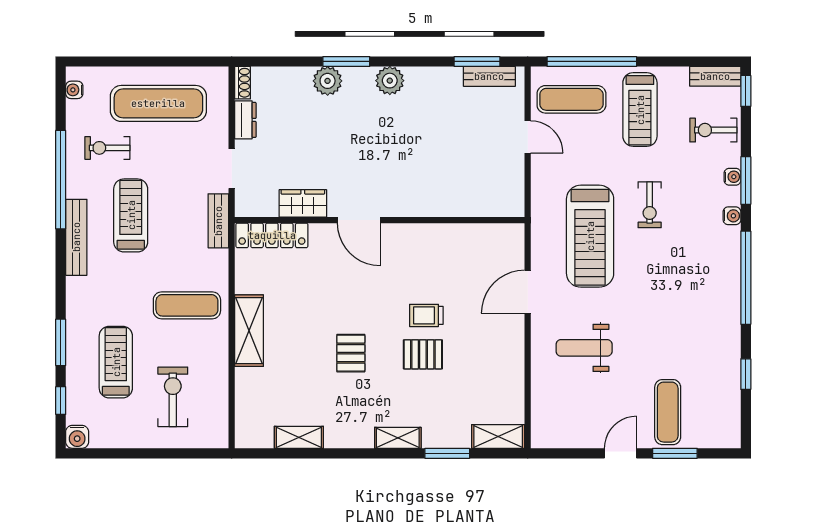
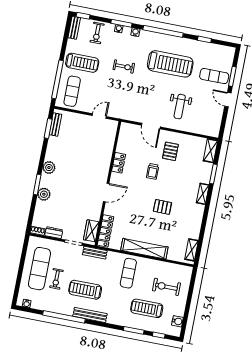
door: (528, 137) -> (99, 116), moved
exercise bike: (107, 148) -> (56, 279), moved
wardrobe: (303, 203) -> (91, 231), moved
locker: (431, 235) -> (119, 163), added
treadmill: (590, 236) -> (170, 64), moved
shelving: (249, 331) -> (144, 249), width x1.47
pallet: (423, 354) -> (170, 151), moved
water cooler: (77, 437) -> (177, 321), moved
shelving: (299, 437) -> (192, 250), moved

